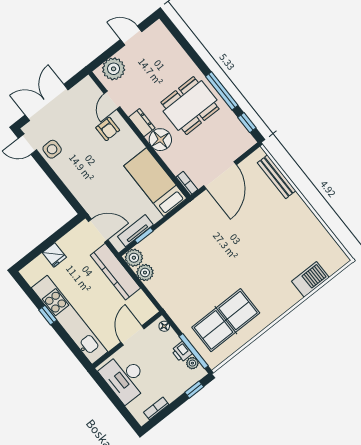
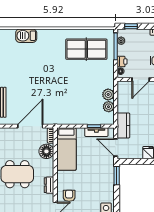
floor lamp: (160, 140) -> (46, 151), moved
window: (70, 198) -> (117, 176), added
plant: (134, 258) -> (108, 95), moved
kitchen counter: (115, 272) -> (123, 125), width x0.67
printer: (182, 352) -> (122, 62), moved

